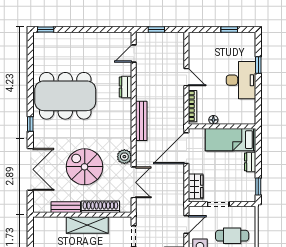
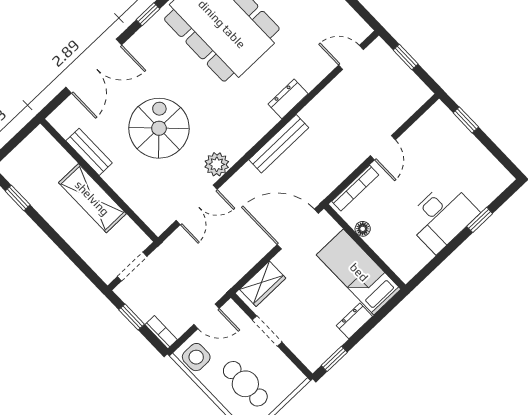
window: (229, 29) -> (466, 120), moved
dresser: (126, 87) -> (288, 99), moved
shoe rack: (100, 207) -> (129, 193), removed

